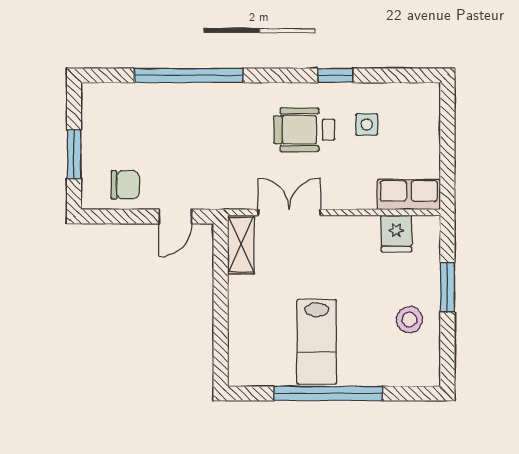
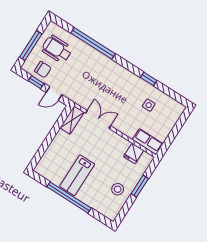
wheelchair: (304, 130) -> (57, 49), moved
window: (74, 154) -> (31, 46), width x1.44
window: (128, 216) -> (36, 82), added

